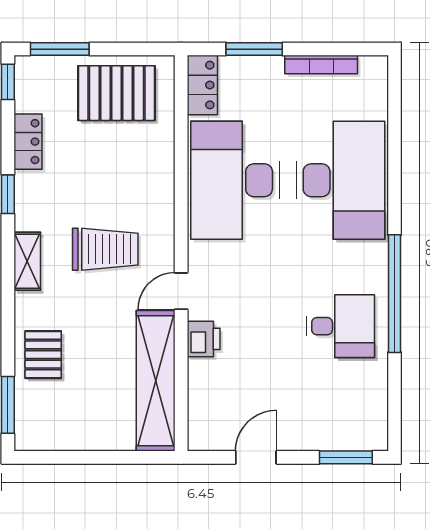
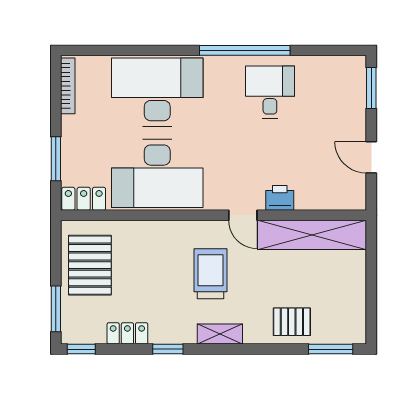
bookcase: (321, 64) -> (68, 86), moved

